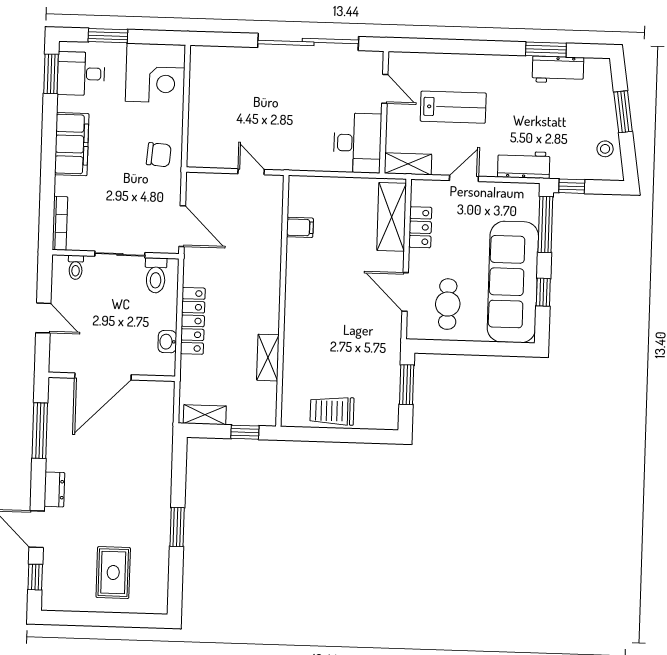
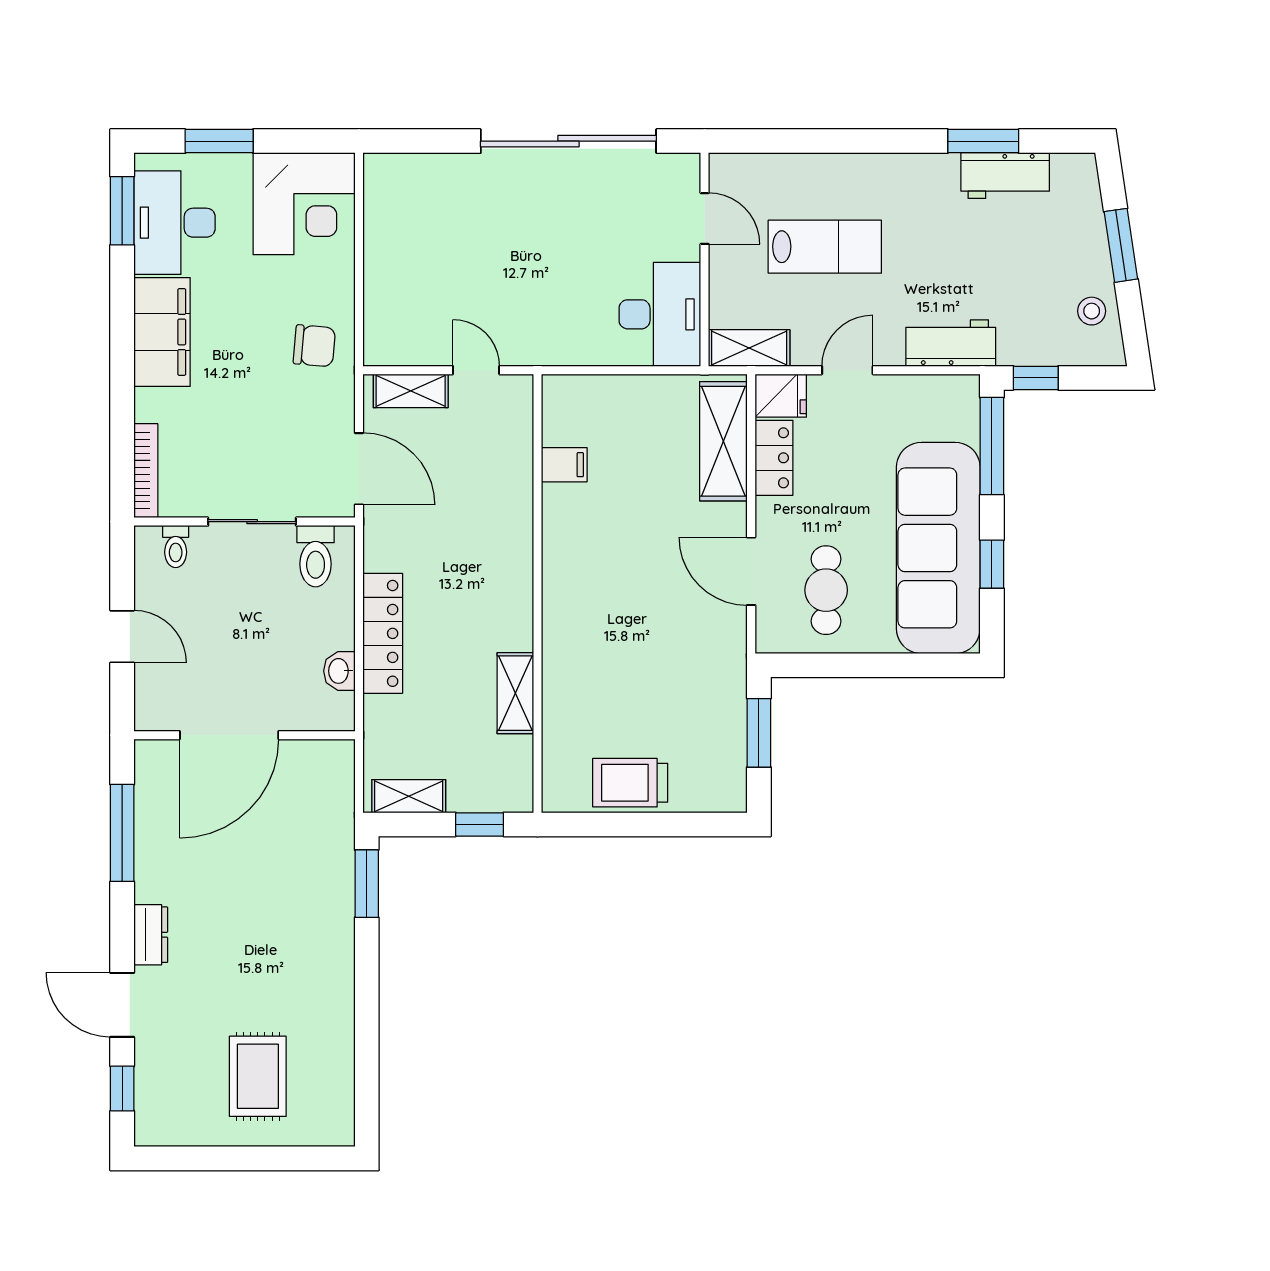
desk: (81, 74) -> (174, 223), width x1.37
shelving: (213, 182) -> (411, 391), added
fridge: (425, 192) -> (781, 396), added
window: (177, 527) -> (367, 884), moved

